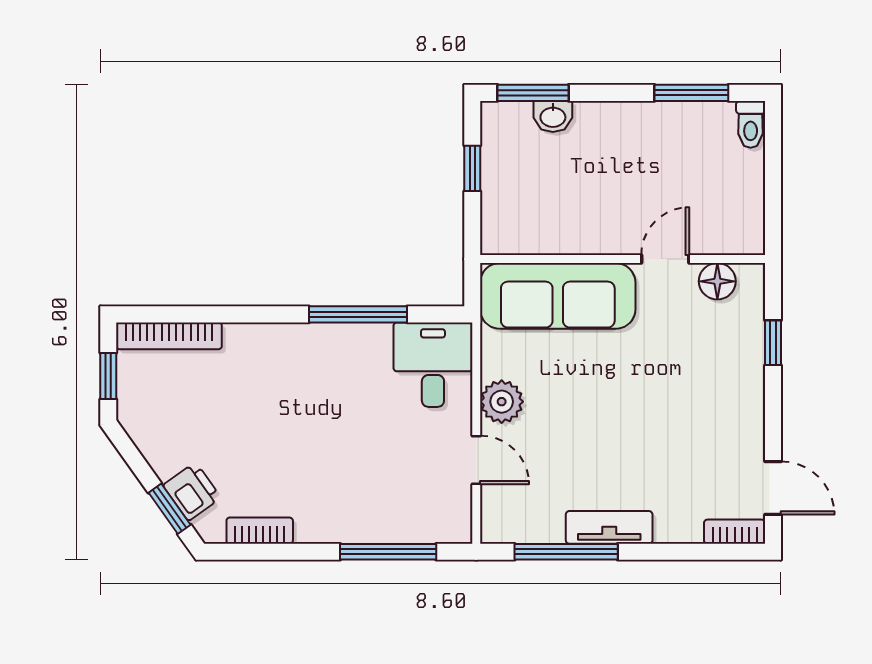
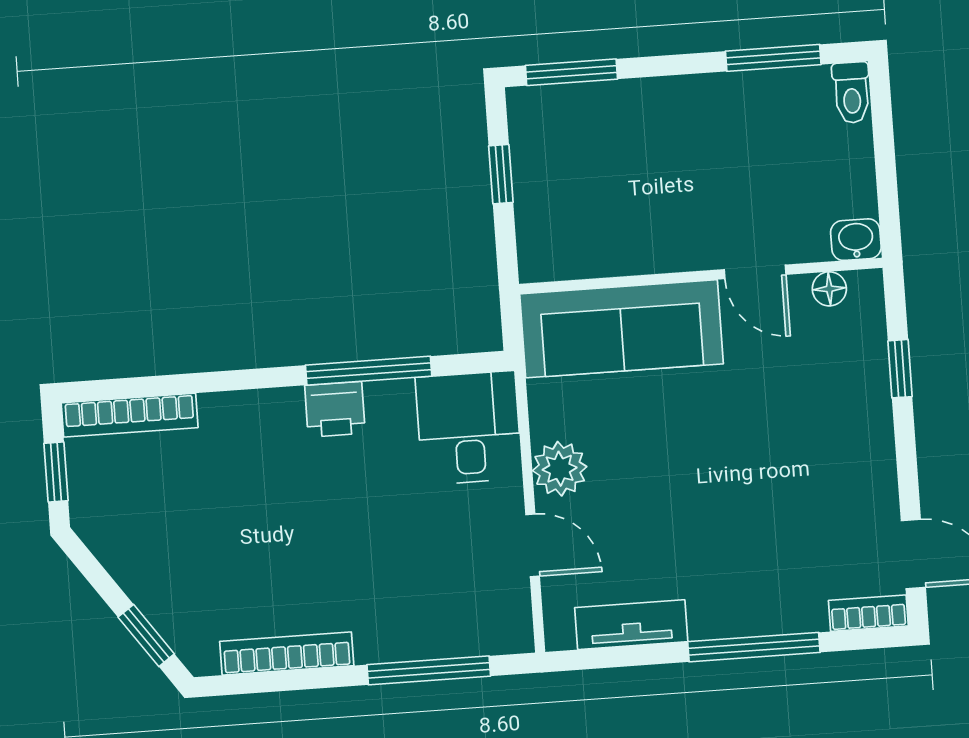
washbasin: (553, 116) -> (856, 240), moved, turned 180
door: (665, 259) -> (755, 272), swing flipped
floor lamp: (717, 281) -> (829, 289), width x0.73, depth x0.73
printer: (192, 491) -> (335, 409), moved, turned 125
tv unit: (609, 527) -> (631, 625), moved
bookcase: (260, 531) -> (287, 653), width x1.56
window: (566, 552) -> (754, 647), moved

